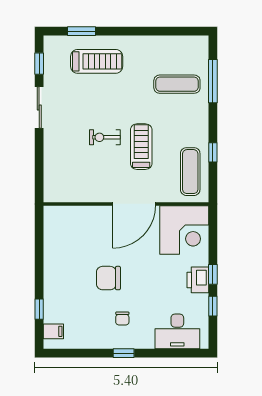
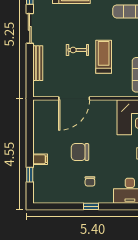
bench: (50, 155) -> (38, 63), added
door: (134, 204) -> (74, 98), moved
filing cabinet: (53, 331) -> (40, 159), moved

